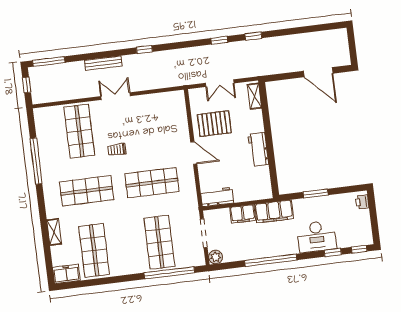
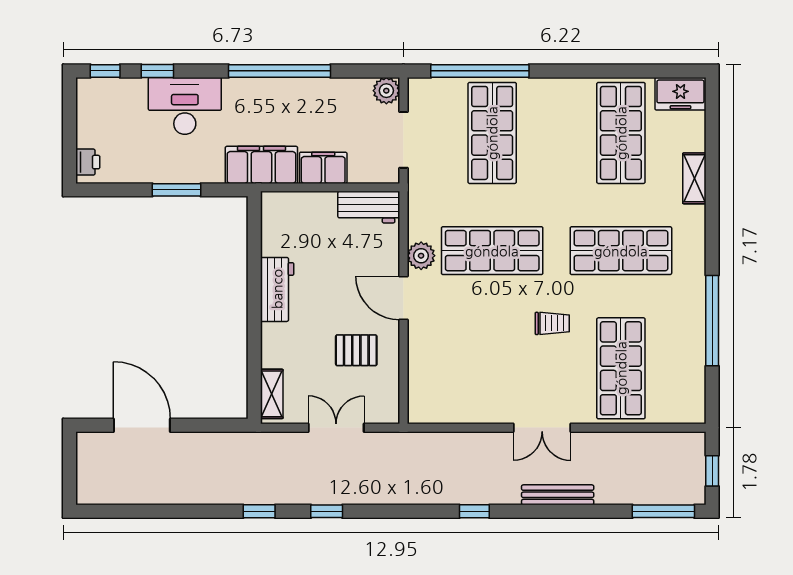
pallet: (214, 124) -> (356, 350), width x0.67, depth x0.71
plant: (188, 176) -> (421, 256), added

